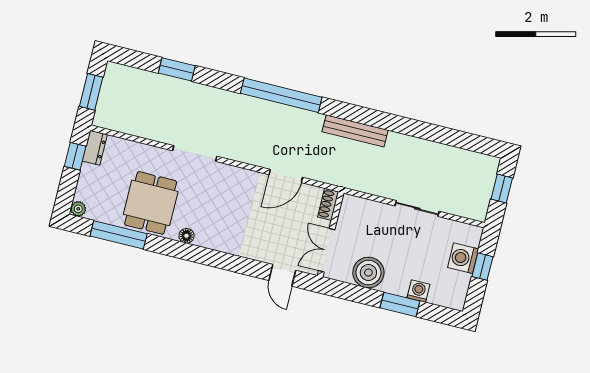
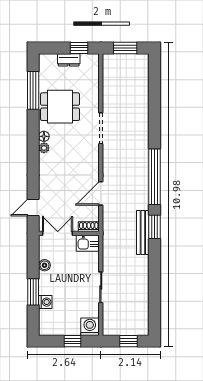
window: (177, 69) -> (155, 227), moved
dresser: (95, 148) -> (69, 60), moved
door: (286, 176) -> (101, 193), hinge flipped
plant: (78, 209) -> (44, 148), moved
kitchen sink: (351, 211) -> (88, 243), added
washing machine: (463, 258) -> (90, 327), moved
boiler: (368, 273) -> (44, 265), width x0.54, depth x0.54

